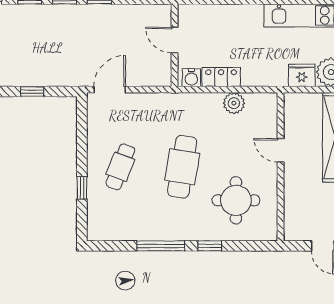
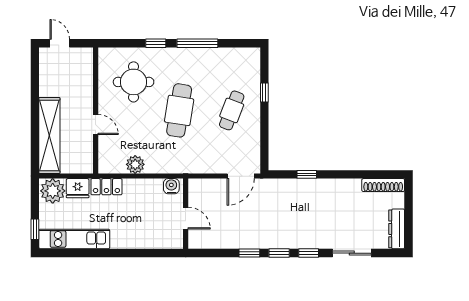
locker: (221, 77) -> (106, 187), moved

